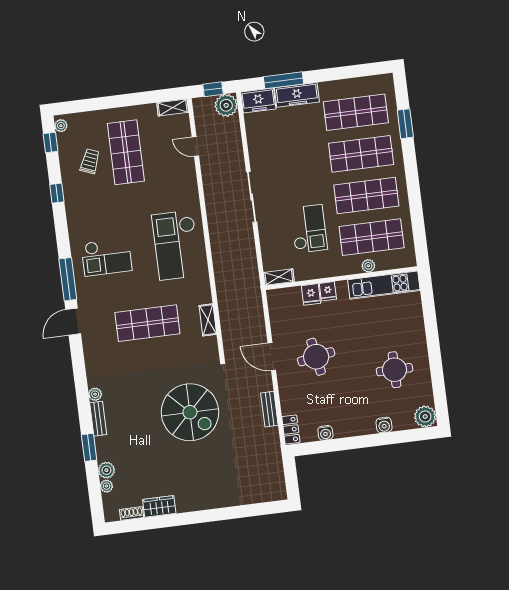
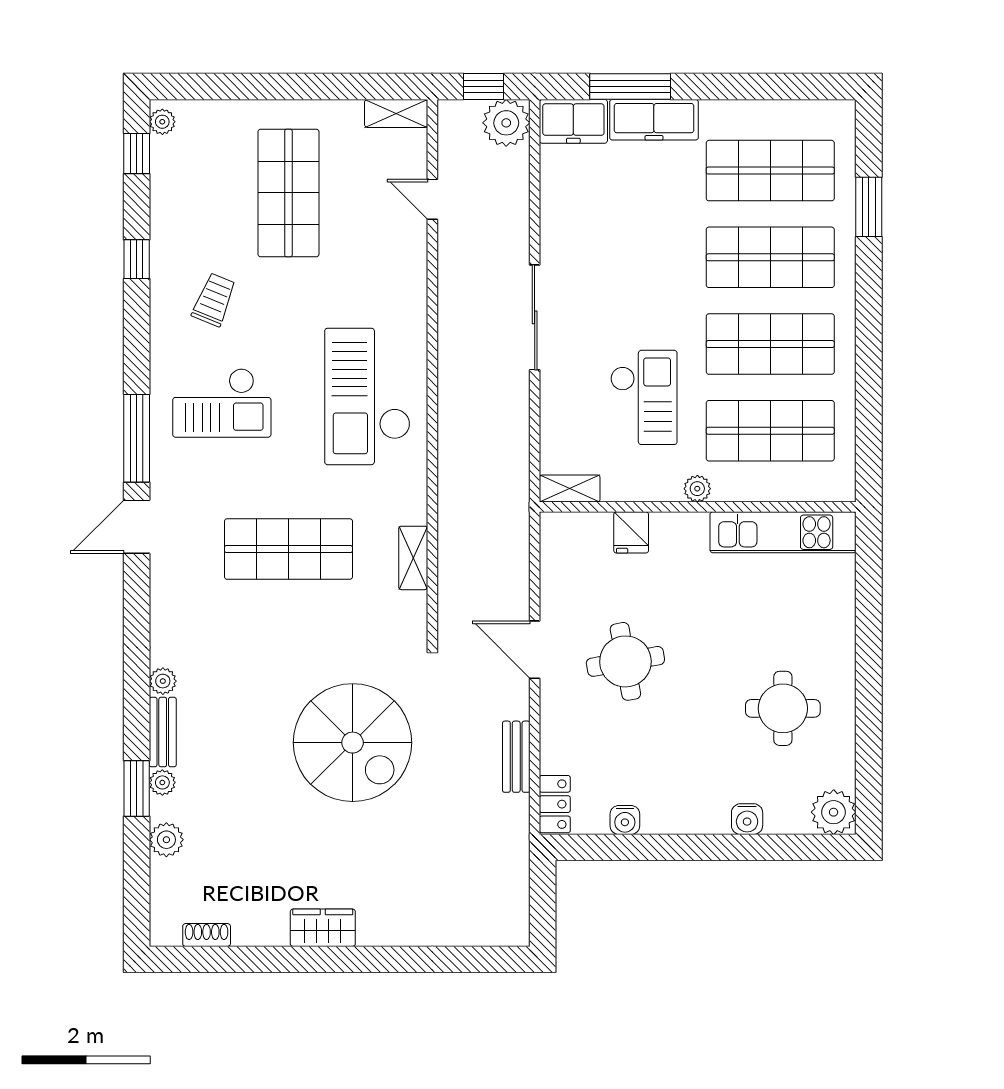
trolley: (90, 161) -> (214, 300), moved
plant: (368, 266) -> (697, 489), moved
fridge: (328, 291) -> (667, 530), removed
plant: (106, 486) -> (162, 782), moved
wardrobe: (159, 506) -> (323, 928), moved

